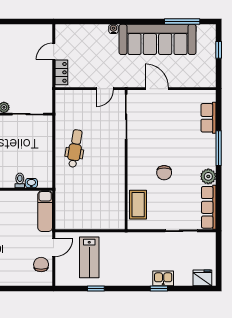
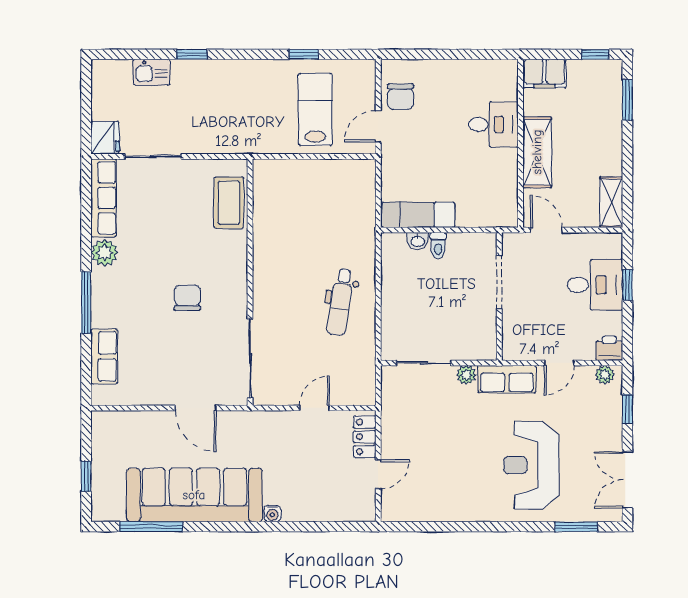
door: (105, 89) -> (315, 408), moved
chair: (164, 173) -> (187, 298), moved
exam couch: (45, 211) -> (418, 215), moved, turned -90
kitchen sink: (163, 278) -> (151, 72), moved
fridge: (202, 278) -> (105, 138), moved, turned -90

